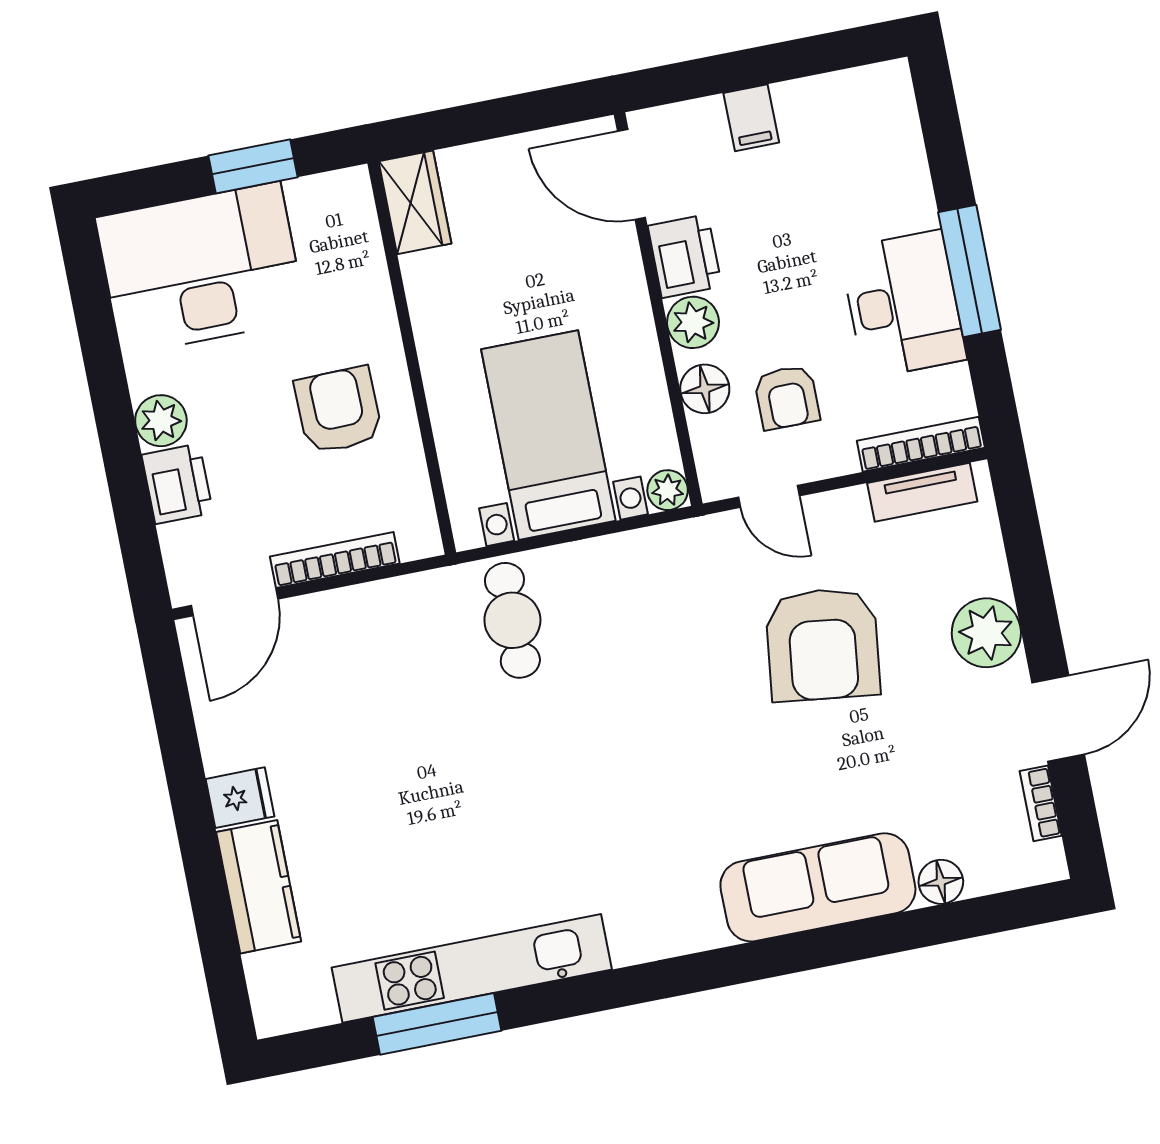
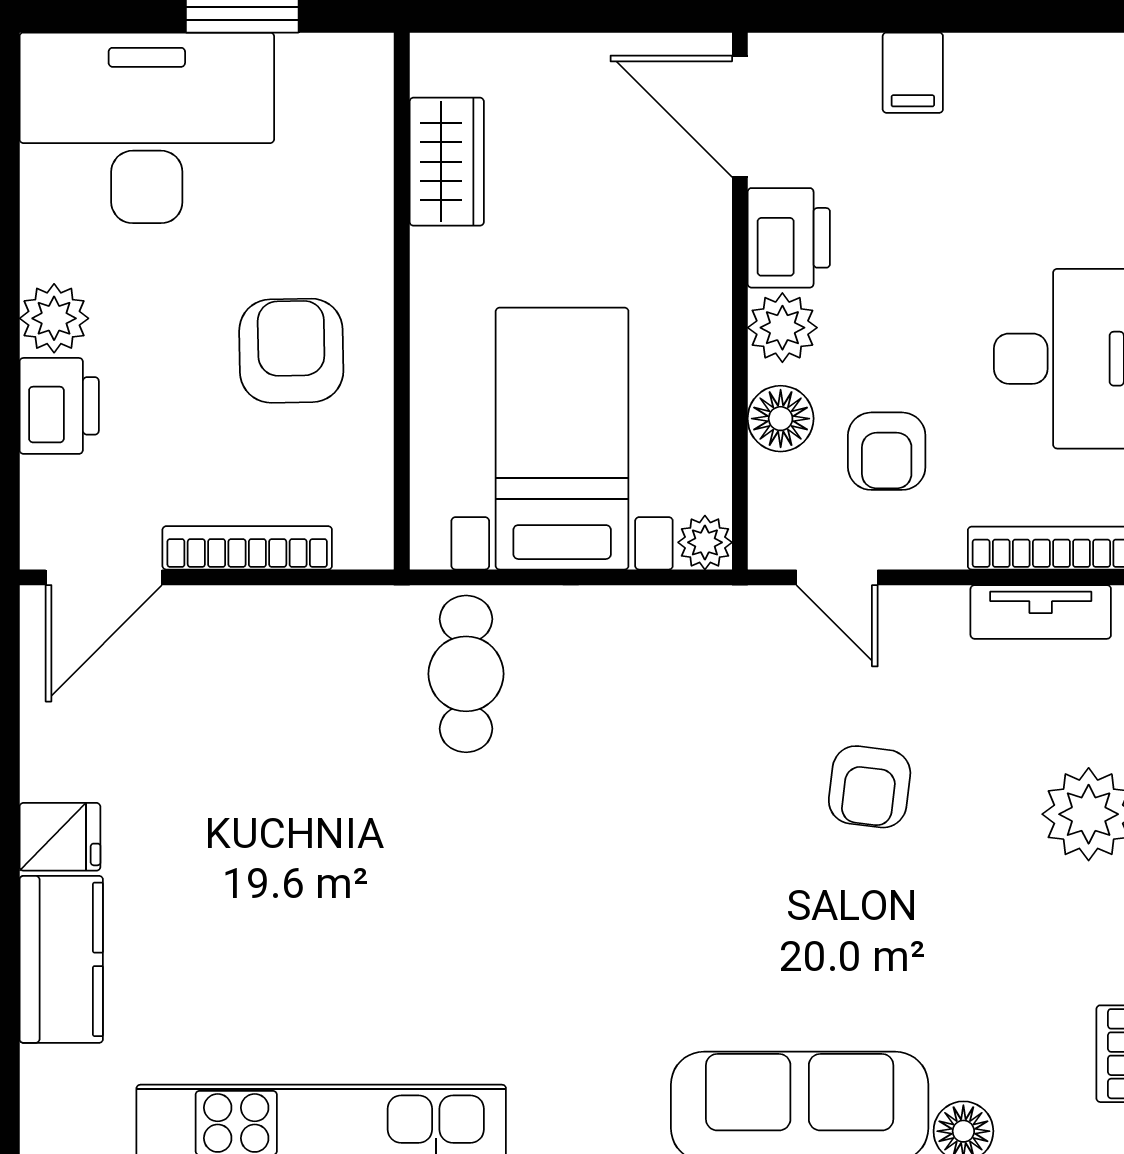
wardrobe: (415, 202) -> (447, 162), moved
armchair: (823, 644) -> (870, 787), width x0.53, depth x0.53

